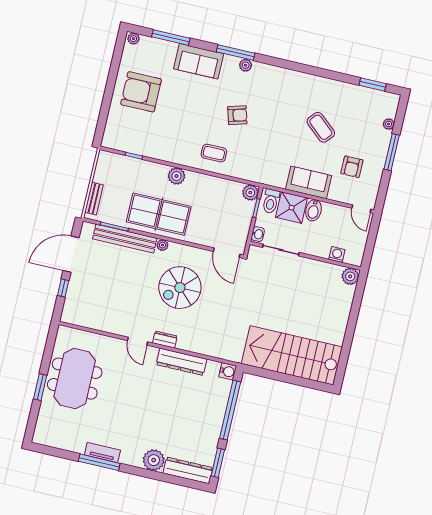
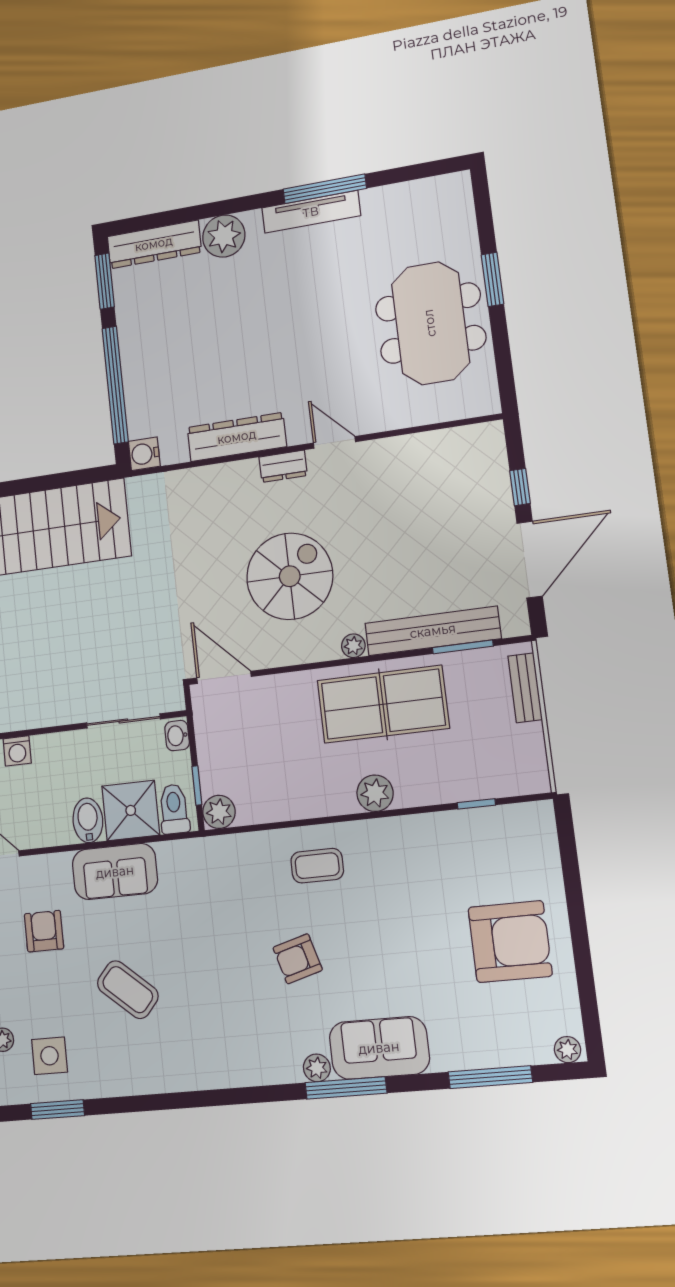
sofa: (199, 61) -> (379, 1048), moved
side table: (368, 110) -> (49, 1056), added
tv unit: (102, 453) -> (311, 212), width x1.41

